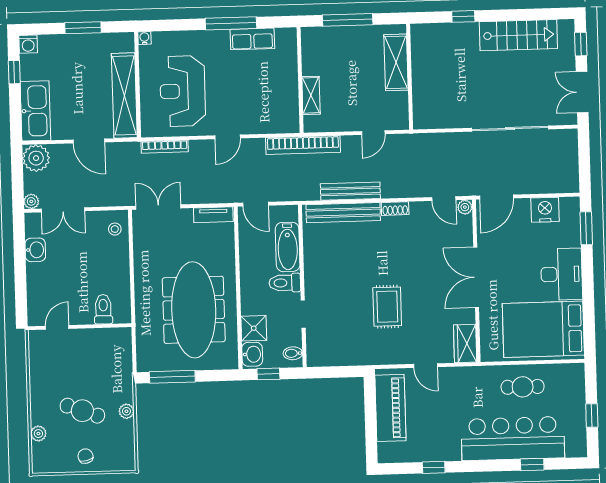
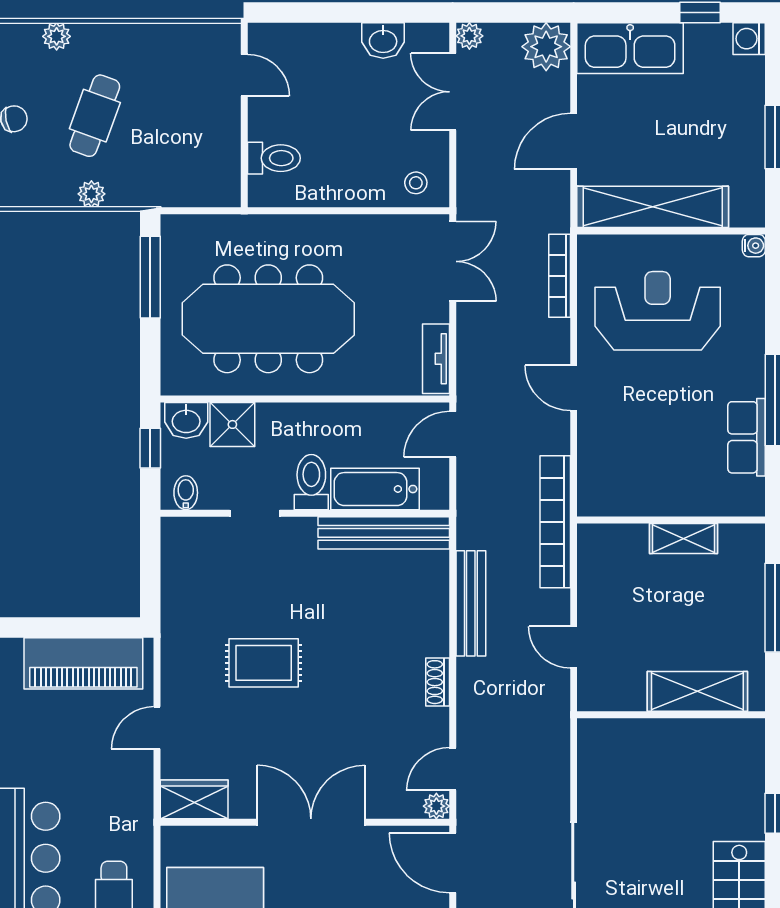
shelving: (311, 95) -> (683, 538), moved
bench: (343, 213) -> (384, 533), moved, turned 90

